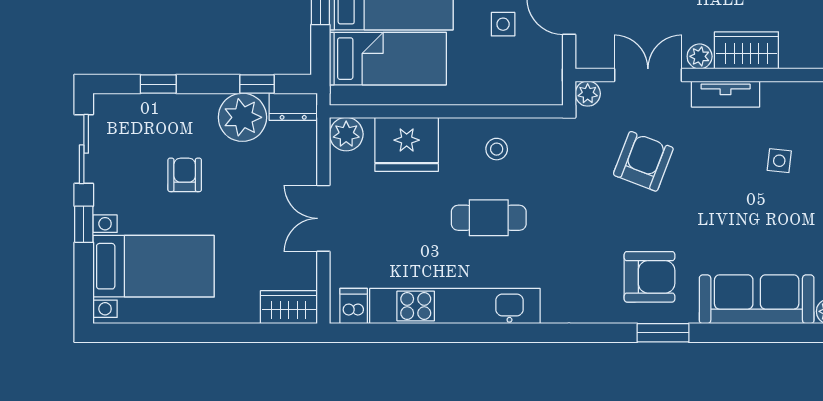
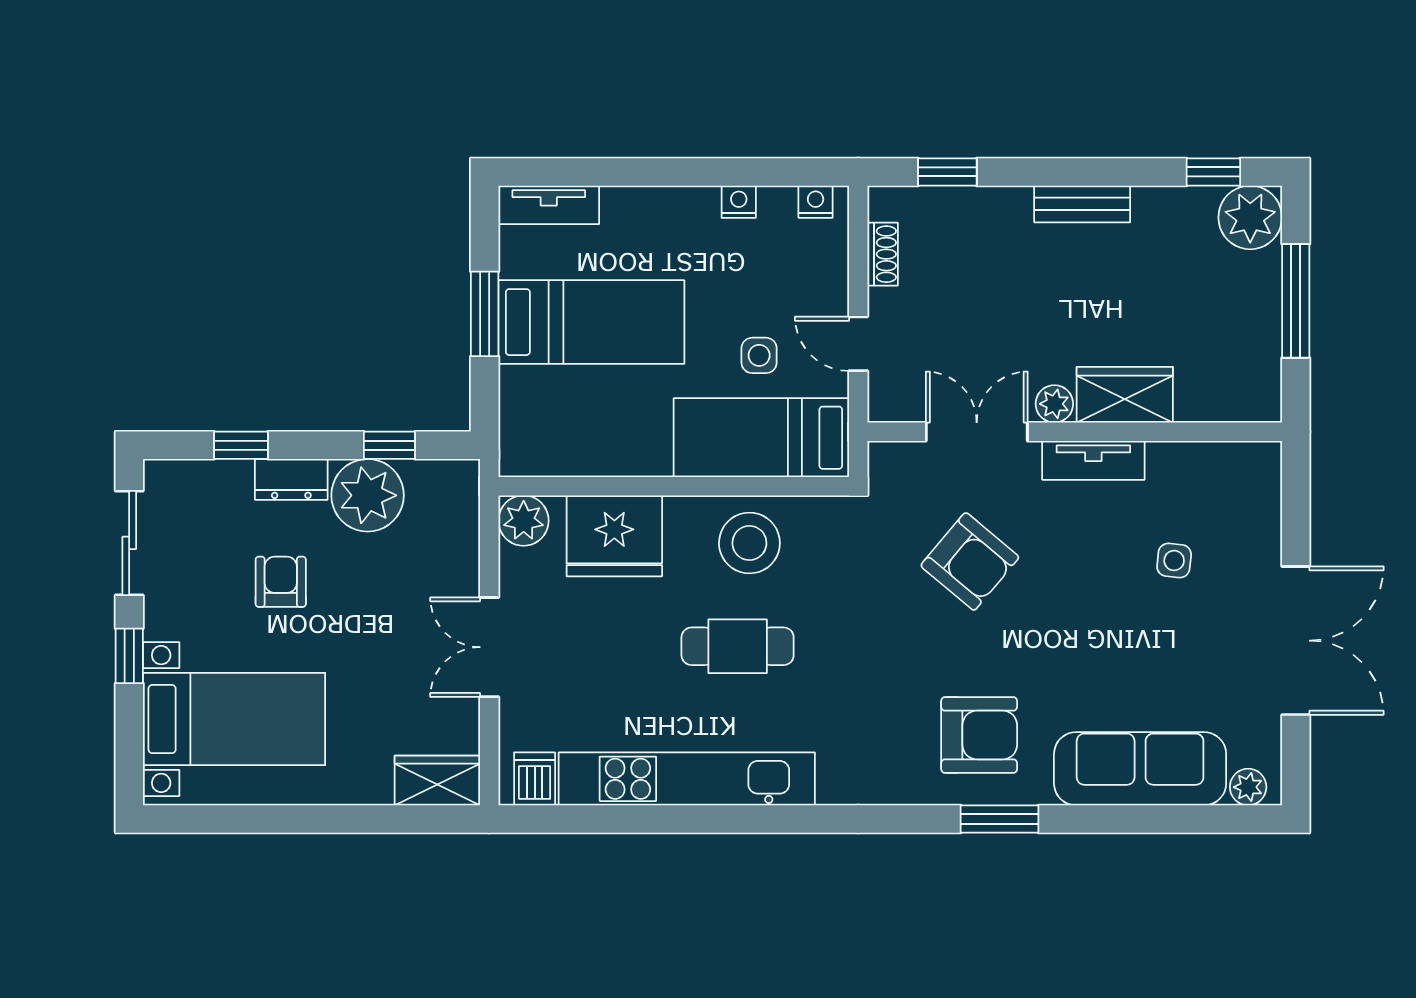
bed: (388, 59) -> (761, 438), moved, turned 180
plant: (588, 94) -> (886, 460), removed
dresser: (293, 107) -> (291, 479), moved
stool: (497, 149) -> (749, 543), width x1.89, depth x1.89
armchair: (643, 161) -> (970, 561), turned 109

